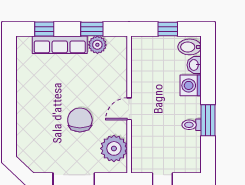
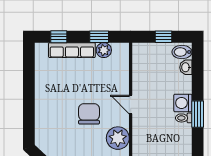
washing machine: (191, 85) -> (183, 103), moved
door: (129, 109) -> (131, 104), hinge flipped

